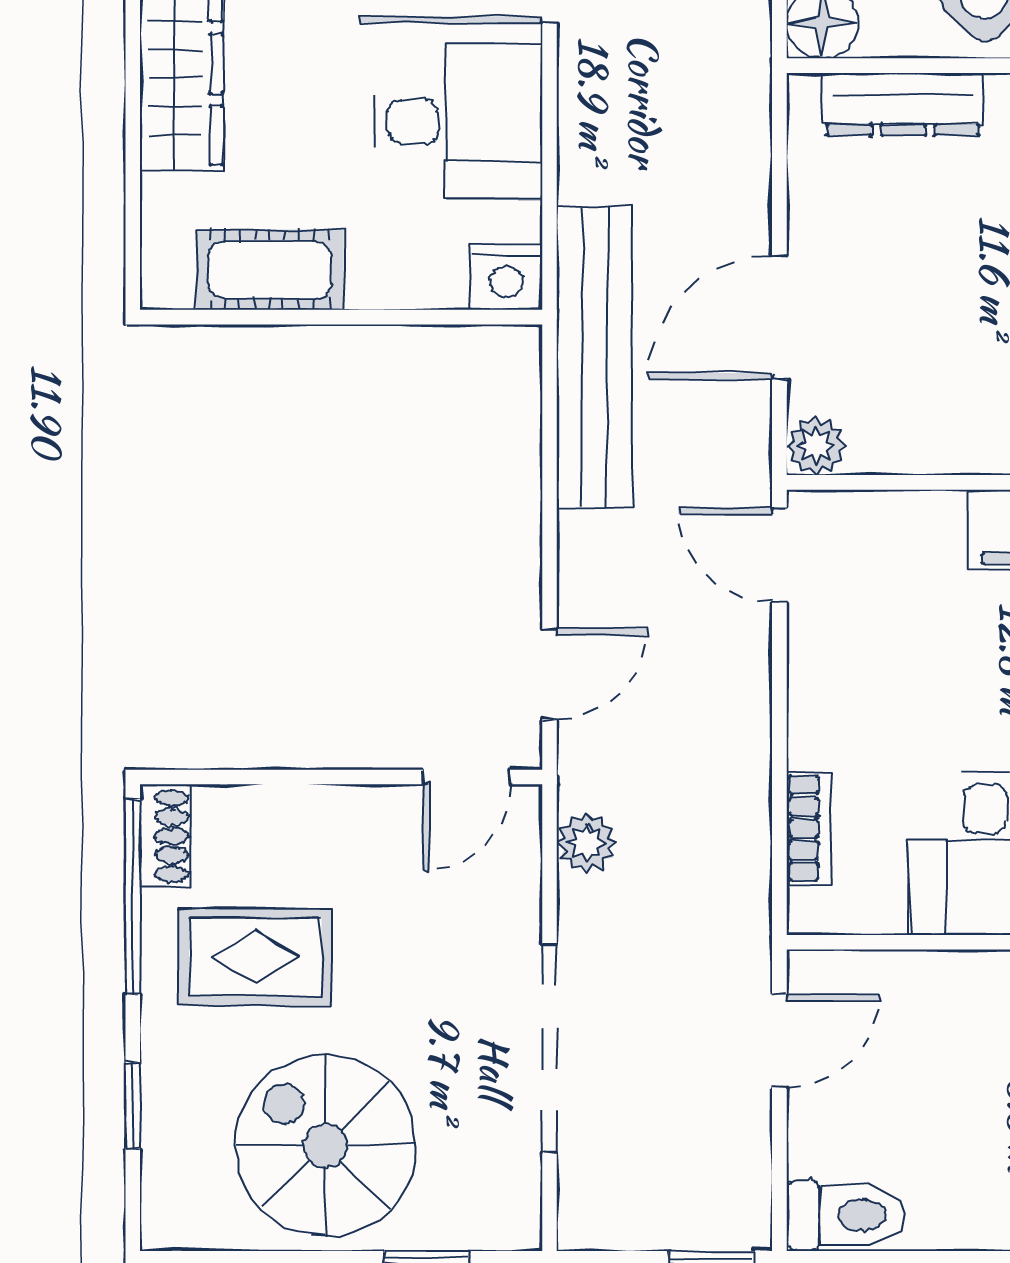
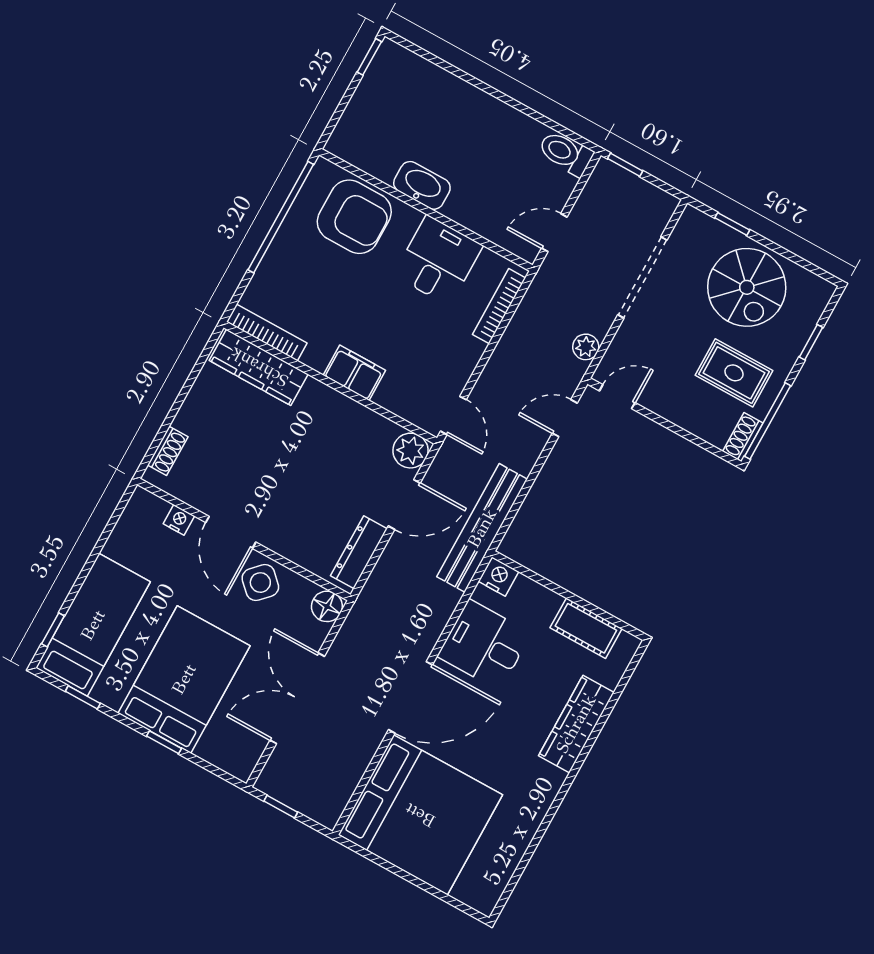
dresser: (903, 104) -> (359, 552), moved, turned -90
plant: (816, 446) -> (410, 451), width x1.38, depth x1.38
bookcase: (809, 828) -> (499, 306), width x1.56

